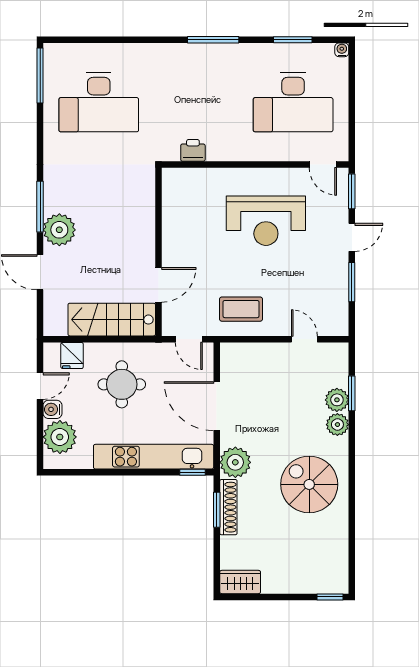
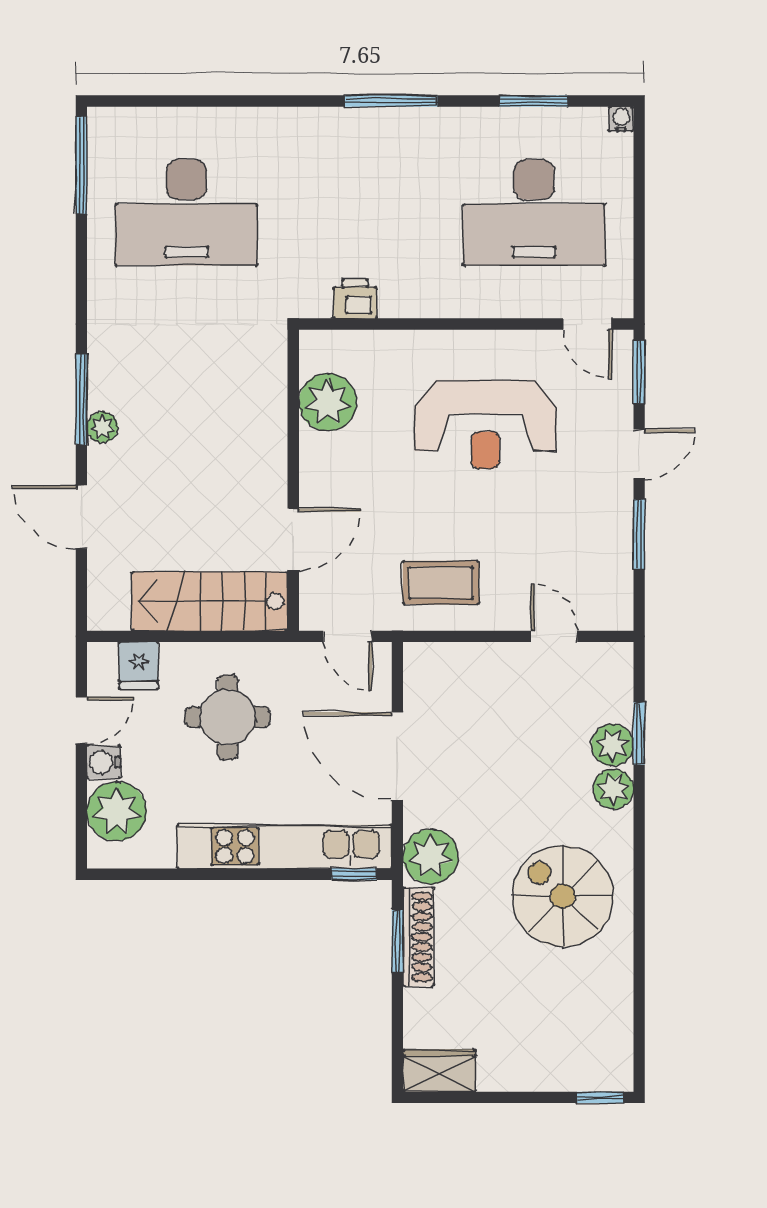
plant: (178, 208) -> (328, 402), added
plant: (59, 230) -> (102, 427), width x0.53, depth x0.53

